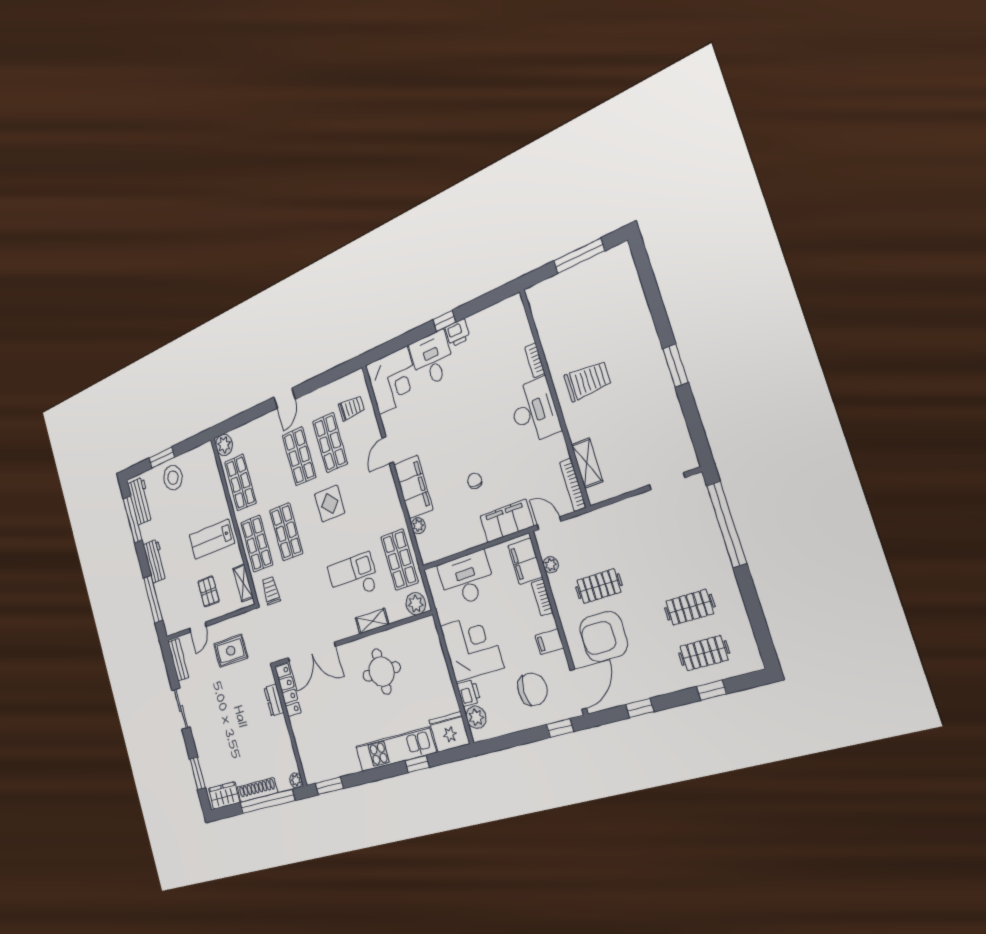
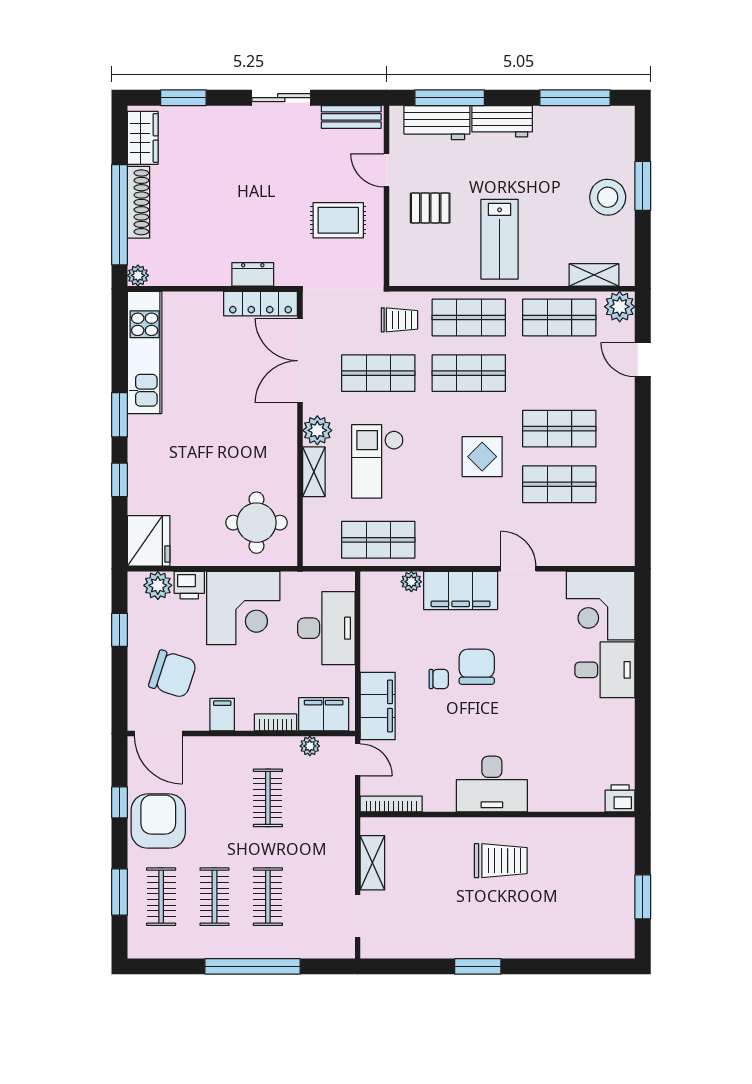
window: (579, 256) -> (643, 897), width x0.69
window: (444, 321) -> (643, 702), removed
printer: (457, 333) -> (620, 798), moved, turned 90
bookcase: (535, 360) -> (549, 804), removed
trolley: (588, 381) -> (501, 861), turned -90
door: (285, 398) -> (643, 360), moved
trolley: (351, 408) -> (591, 532), removed
chair: (458, 455) -> (477, 667), added
shelving: (587, 463) -> (372, 863), moved, turned 90
workbench: (140, 501) -> (437, 123), moved
door: (549, 523) -> (358, 760), hinge flipped
window: (727, 524) -> (253, 966), moved
lab bench: (212, 539) -> (500, 239), turned 180
clothes rail: (675, 562) -> (268, 897), added
checkout: (353, 577) -> (377, 461), turned 180
shelving: (243, 583) -> (594, 275), moved
shop shelf: (303, 595) -> (378, 373), added
plant: (416, 604) -> (317, 430), moved
armchair: (604, 637) -> (158, 821), moved
rug: (231, 651) -> (338, 220), turned 90
round table: (382, 672) -> (256, 523), moved
chair: (532, 689) -> (173, 674), turned -72
window: (711, 690) -> (120, 892), width x1.50
window: (560, 728) -> (120, 630), moved
kitchen unit: (395, 749) -> (145, 352), moved
window: (329, 786) -> (120, 415), moved

